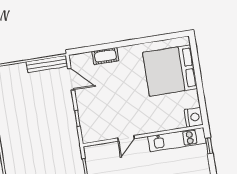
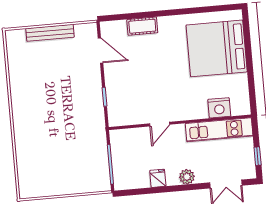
bench: (47, 64) -> (50, 33), moved
nightstand: (194, 117) -> (219, 108), moved, turned 90
window: (209, 146) -> (258, 156), moved

